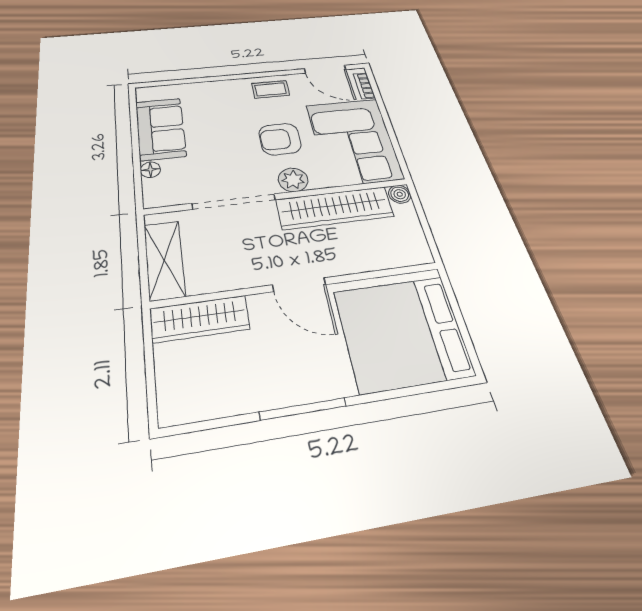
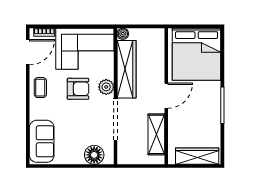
sofa: (161, 129) -> (42, 141), moved, turned 90
armchair: (280, 139) -> (78, 89), turned -90
floor lamp: (150, 170) -> (94, 155), width x1.89, depth x1.89
shelving: (164, 260) -> (156, 134), moved, turned 90
wardrobe: (200, 319) -> (197, 156), moved, turned -90

